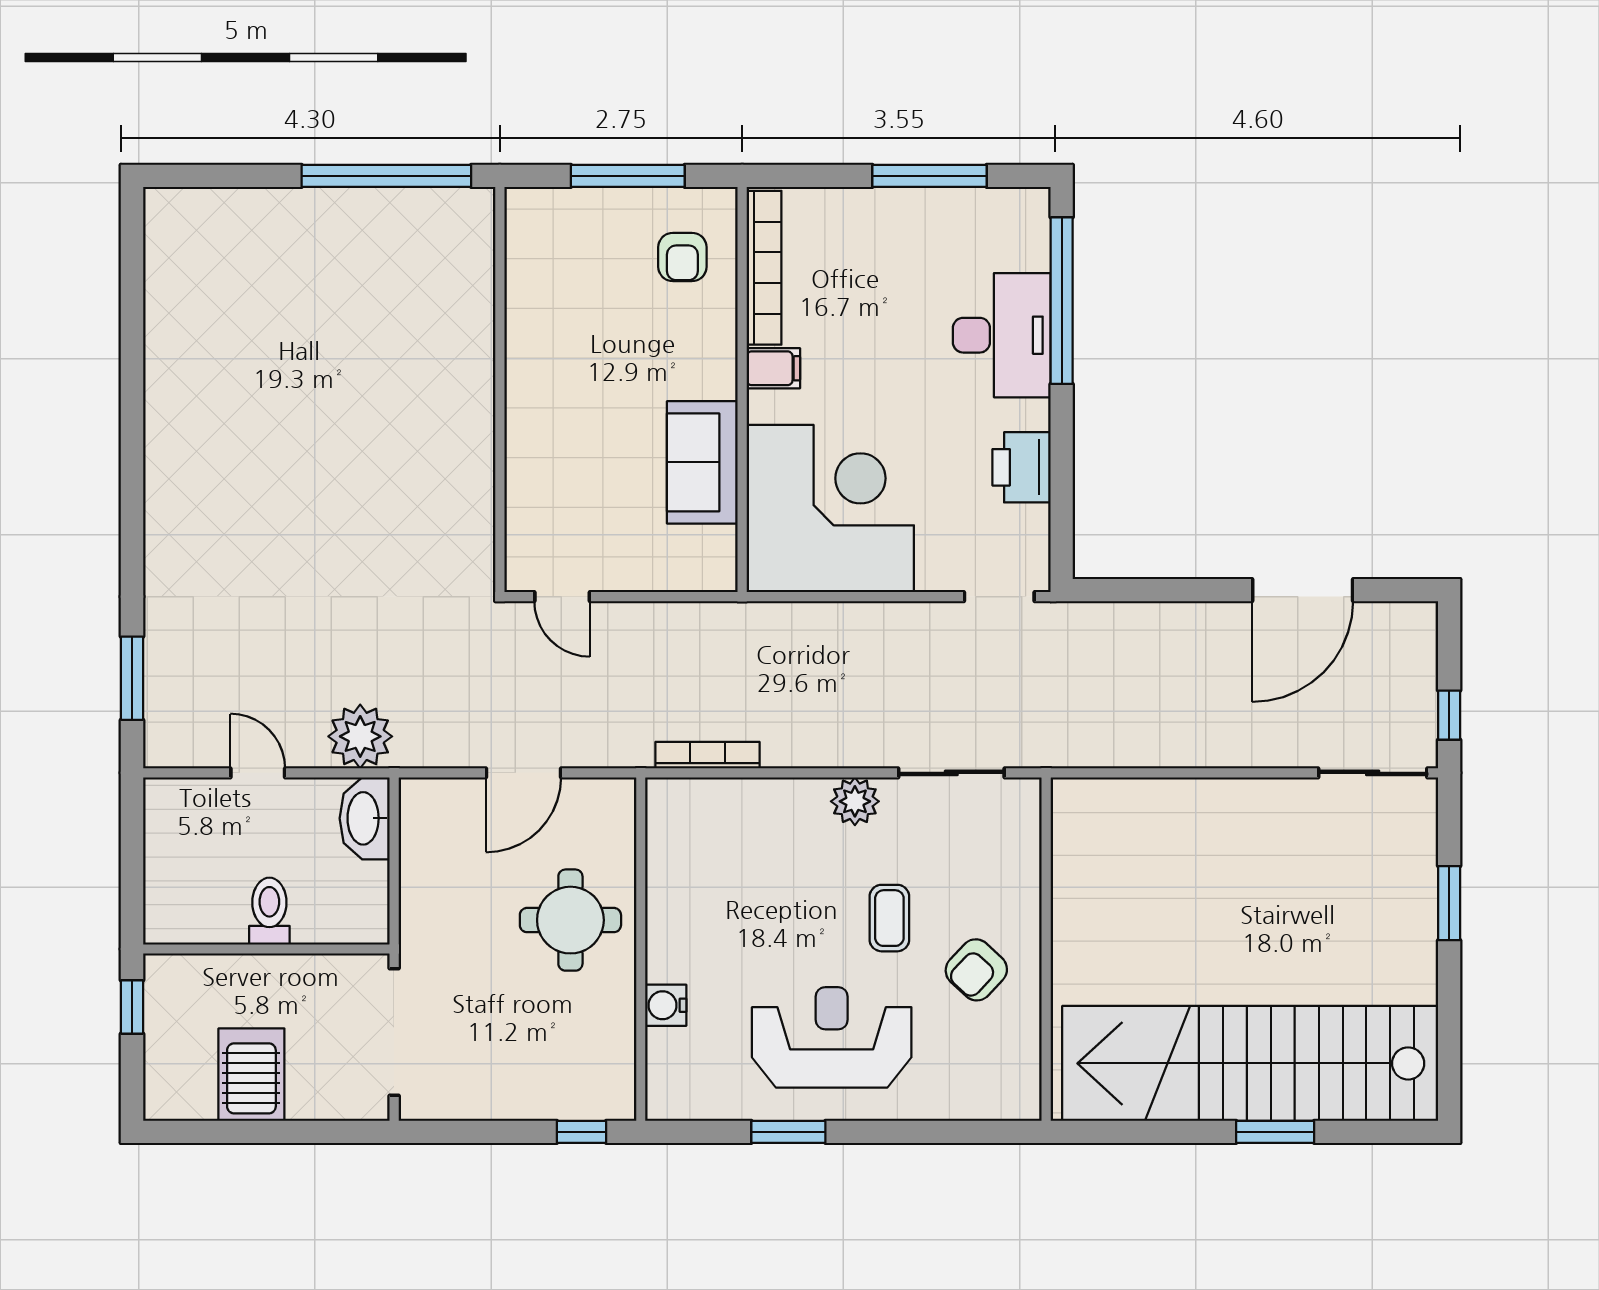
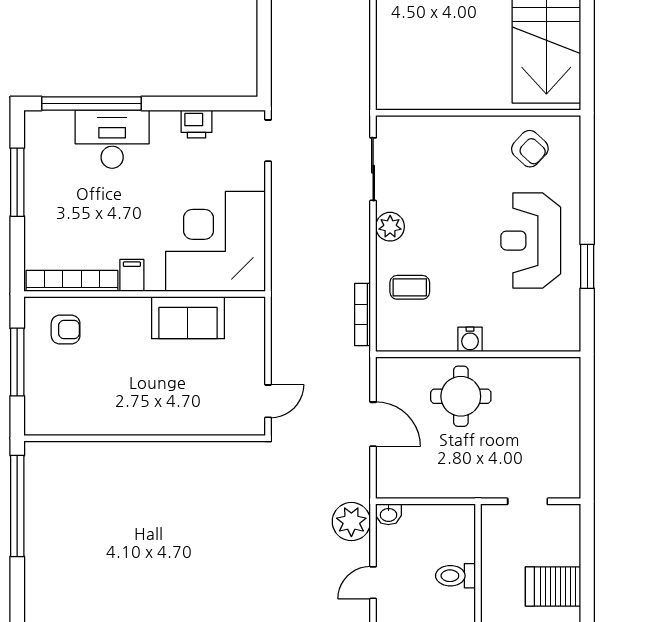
printer: (1021, 467) -> (197, 124), width x0.73, depth x0.81
washbasin: (365, 818) -> (388, 514), width x0.52, depth x0.69
coffee table: (889, 918) -> (410, 287), moved
armchair: (976, 970) -> (530, 149), moved
water cooler: (666, 1005) -> (470, 339), moved
doorway: (394, 1032) -> (528, 501), width x0.53
window: (581, 1132) -> (587, 390), removed

